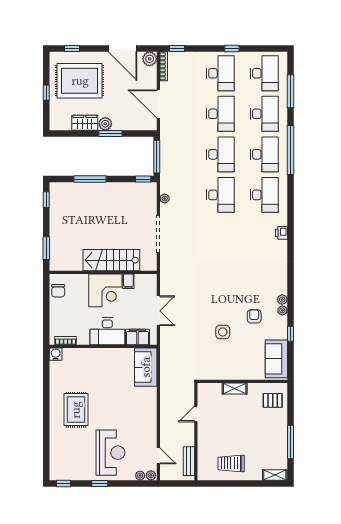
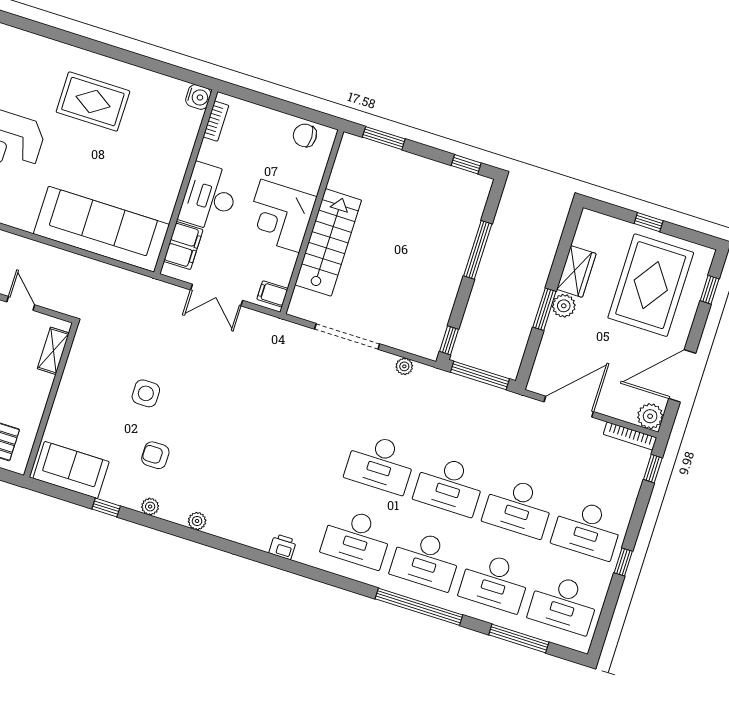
filing cabinet: (128, 281) -> (272, 294), moved
plant: (282, 300) -> (197, 521), moved
armchair: (254, 316) -> (155, 455), turned 180
sofa: (146, 367) -> (101, 229), width x1.85, depth x1.27
shelving: (235, 389) -> (53, 351), moved

